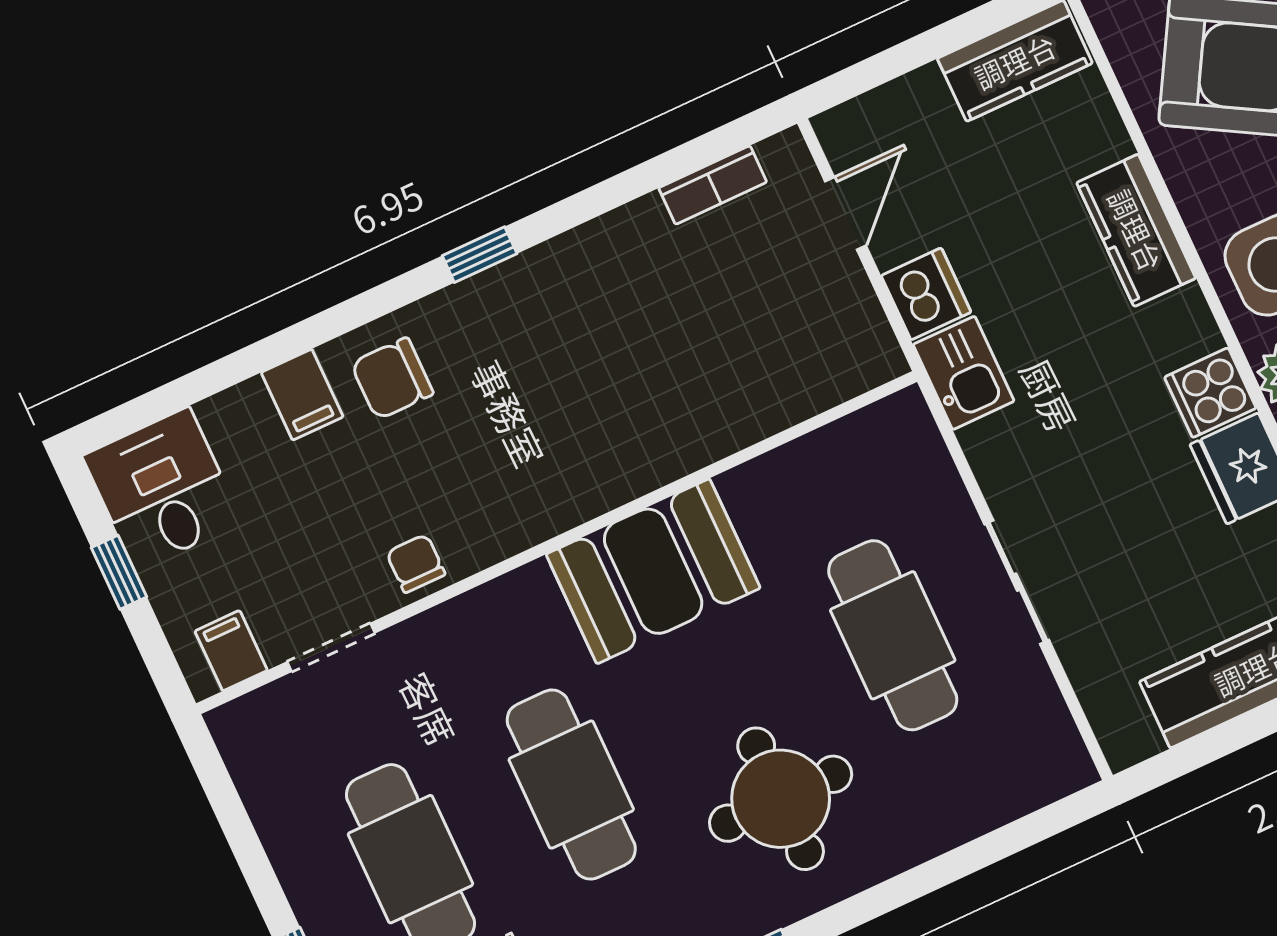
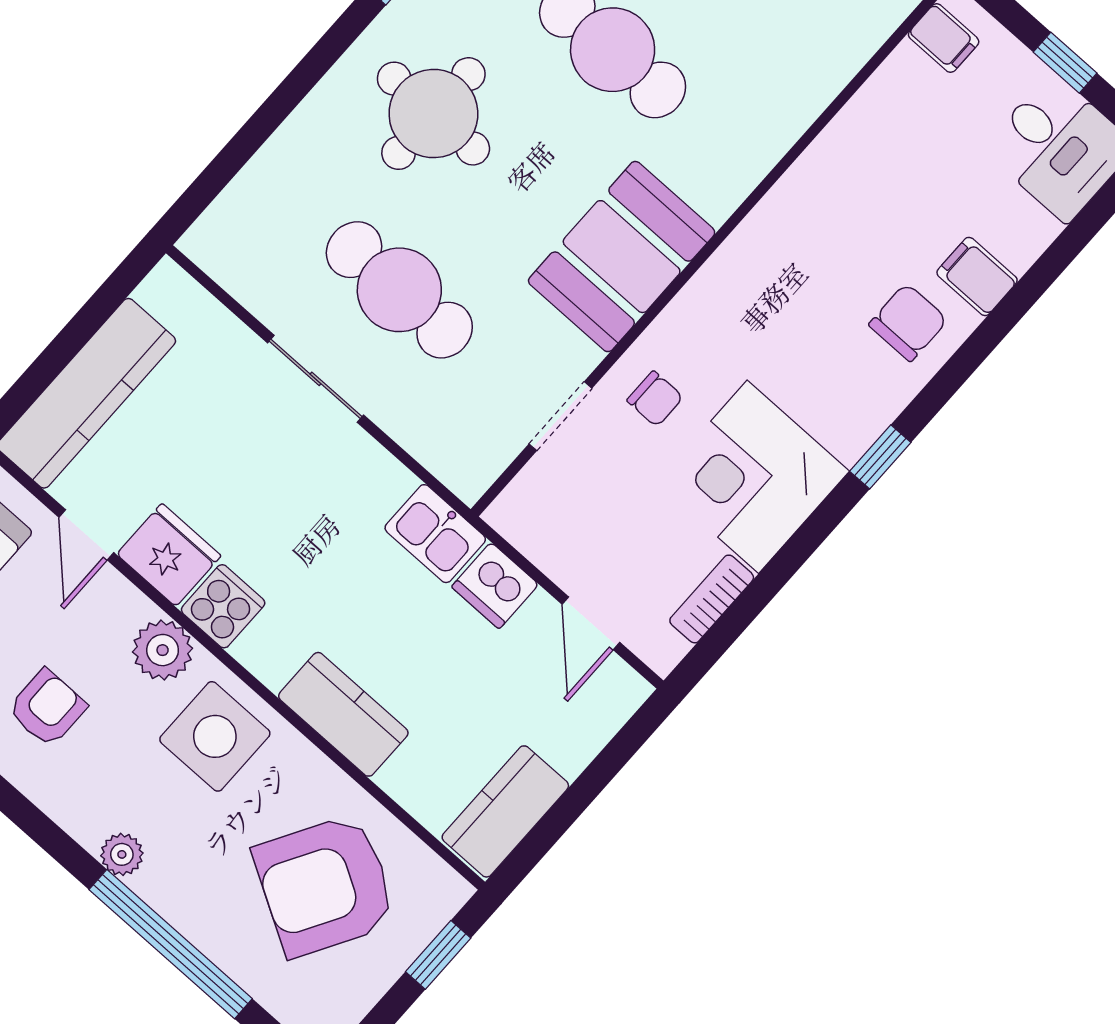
corner desk: (617, 291) -> (753, 477), added
chair: (416, 563) -> (655, 399), moved
doorway: (331, 647) -> (560, 416), moved

